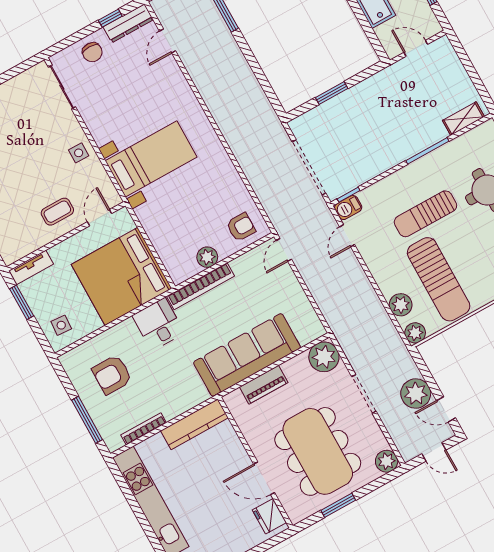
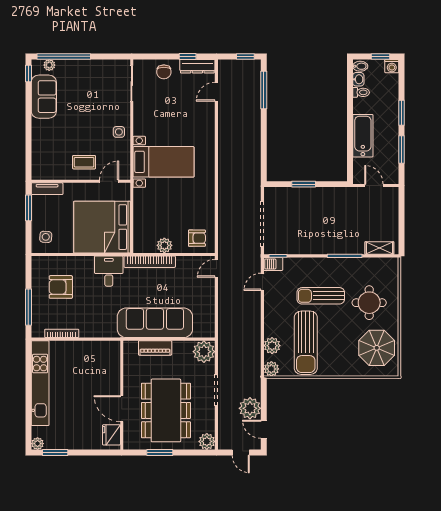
kitchen counter: (194, 424) -> (96, 349), removed

